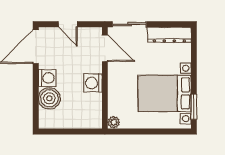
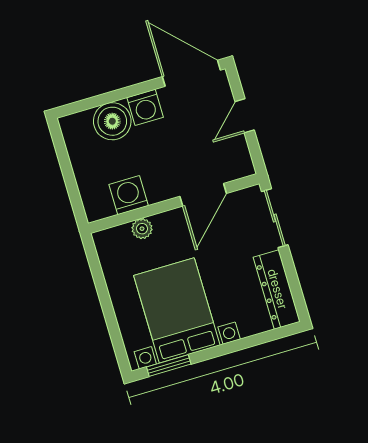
door: (105, 48) -> (203, 195), moved
washing machine: (93, 83) -> (129, 195), moved
plant: (114, 122) -> (142, 229), moved

